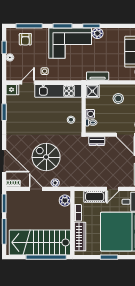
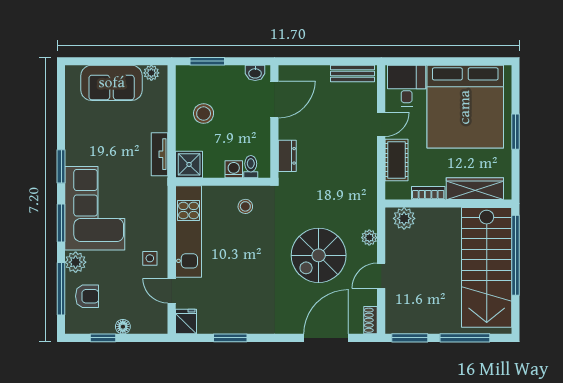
plant: (98, 33) -> (76, 262), moved
door: (113, 189) -> (381, 124), hinge flipped

